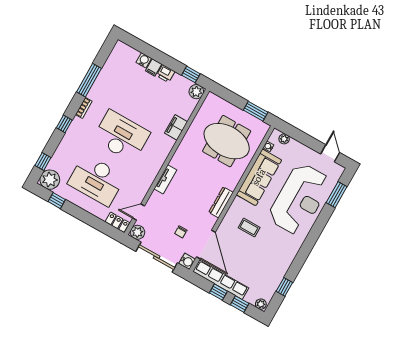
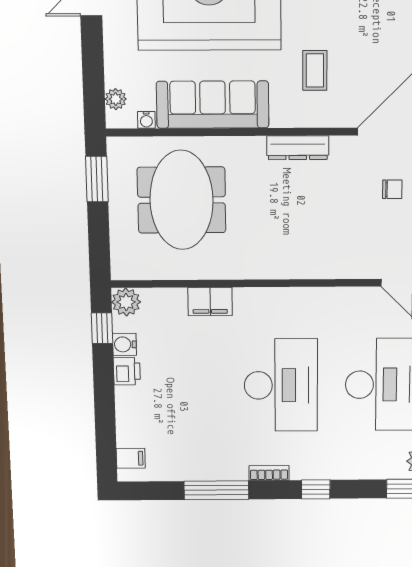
water cooler: (144, 60) -> (124, 344), moved
filing cabinet: (154, 67) -> (131, 458), moved
desk: (121, 136) -> (281, 385), turned 180
tv unit: (165, 179) -> (313, 269), removed

